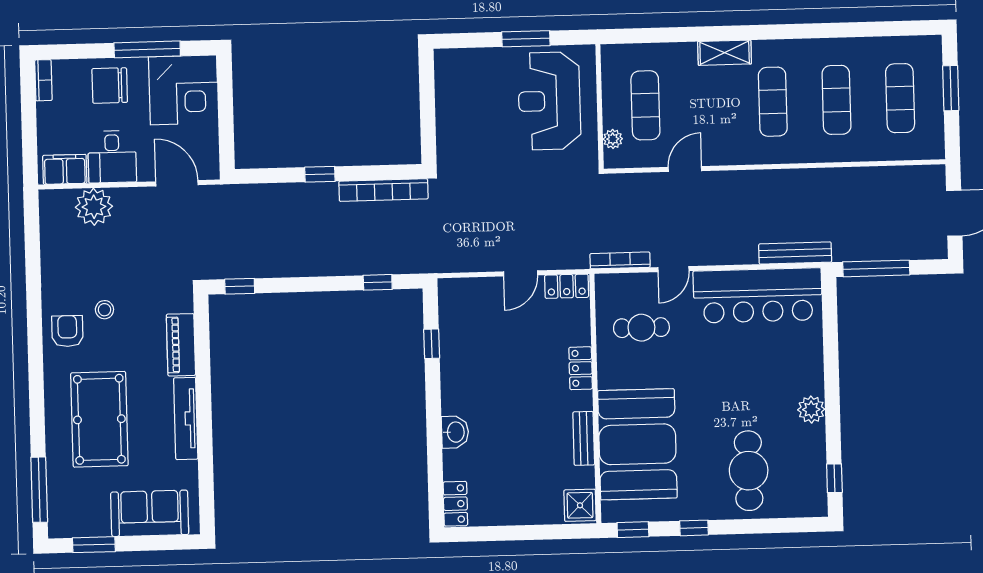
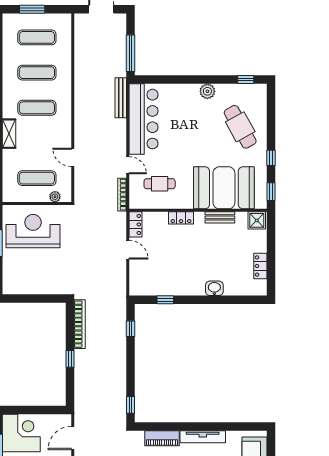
reception desk: (549, 101) -> (33, 231), turned 180
cafe table: (641, 328) -> (160, 184), turned 90
cafe table: (749, 471) -> (240, 127), turned 61
locker: (455, 504) -> (260, 266), moved, turned -90

